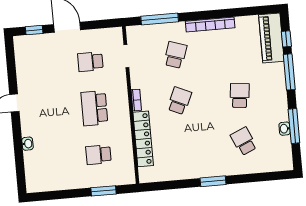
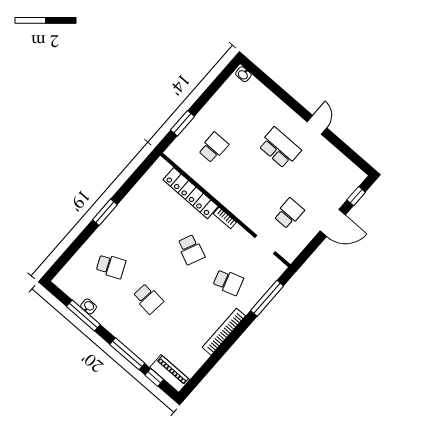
piano: (271, 38) -> (170, 374), width x0.73, depth x0.75
school desk: (175, 55) -> (228, 282), turned -36
school desk: (94, 108) -> (280, 148), moved
washbasin: (28, 144) -> (243, 74), moved

